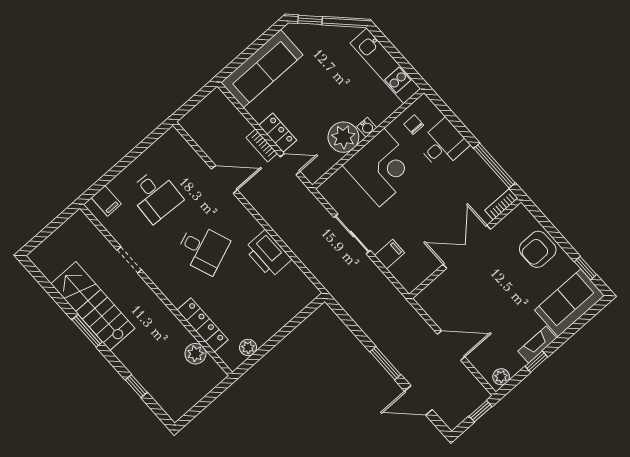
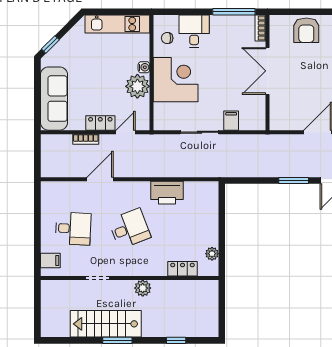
bookcase: (262, 146) -> (86, 139), moved
locker: (203, 325) -> (182, 269), width x0.66
plant: (195, 354) -> (143, 288), moved

